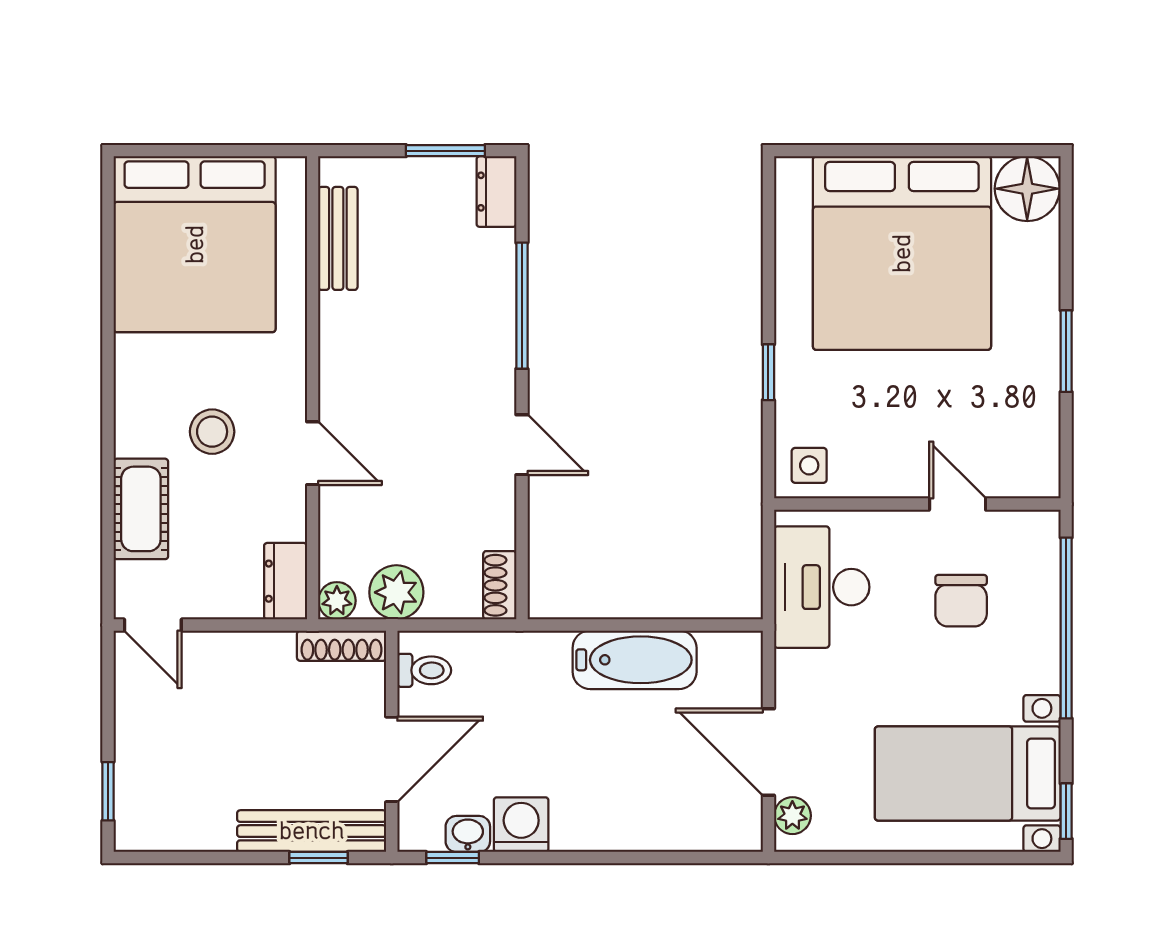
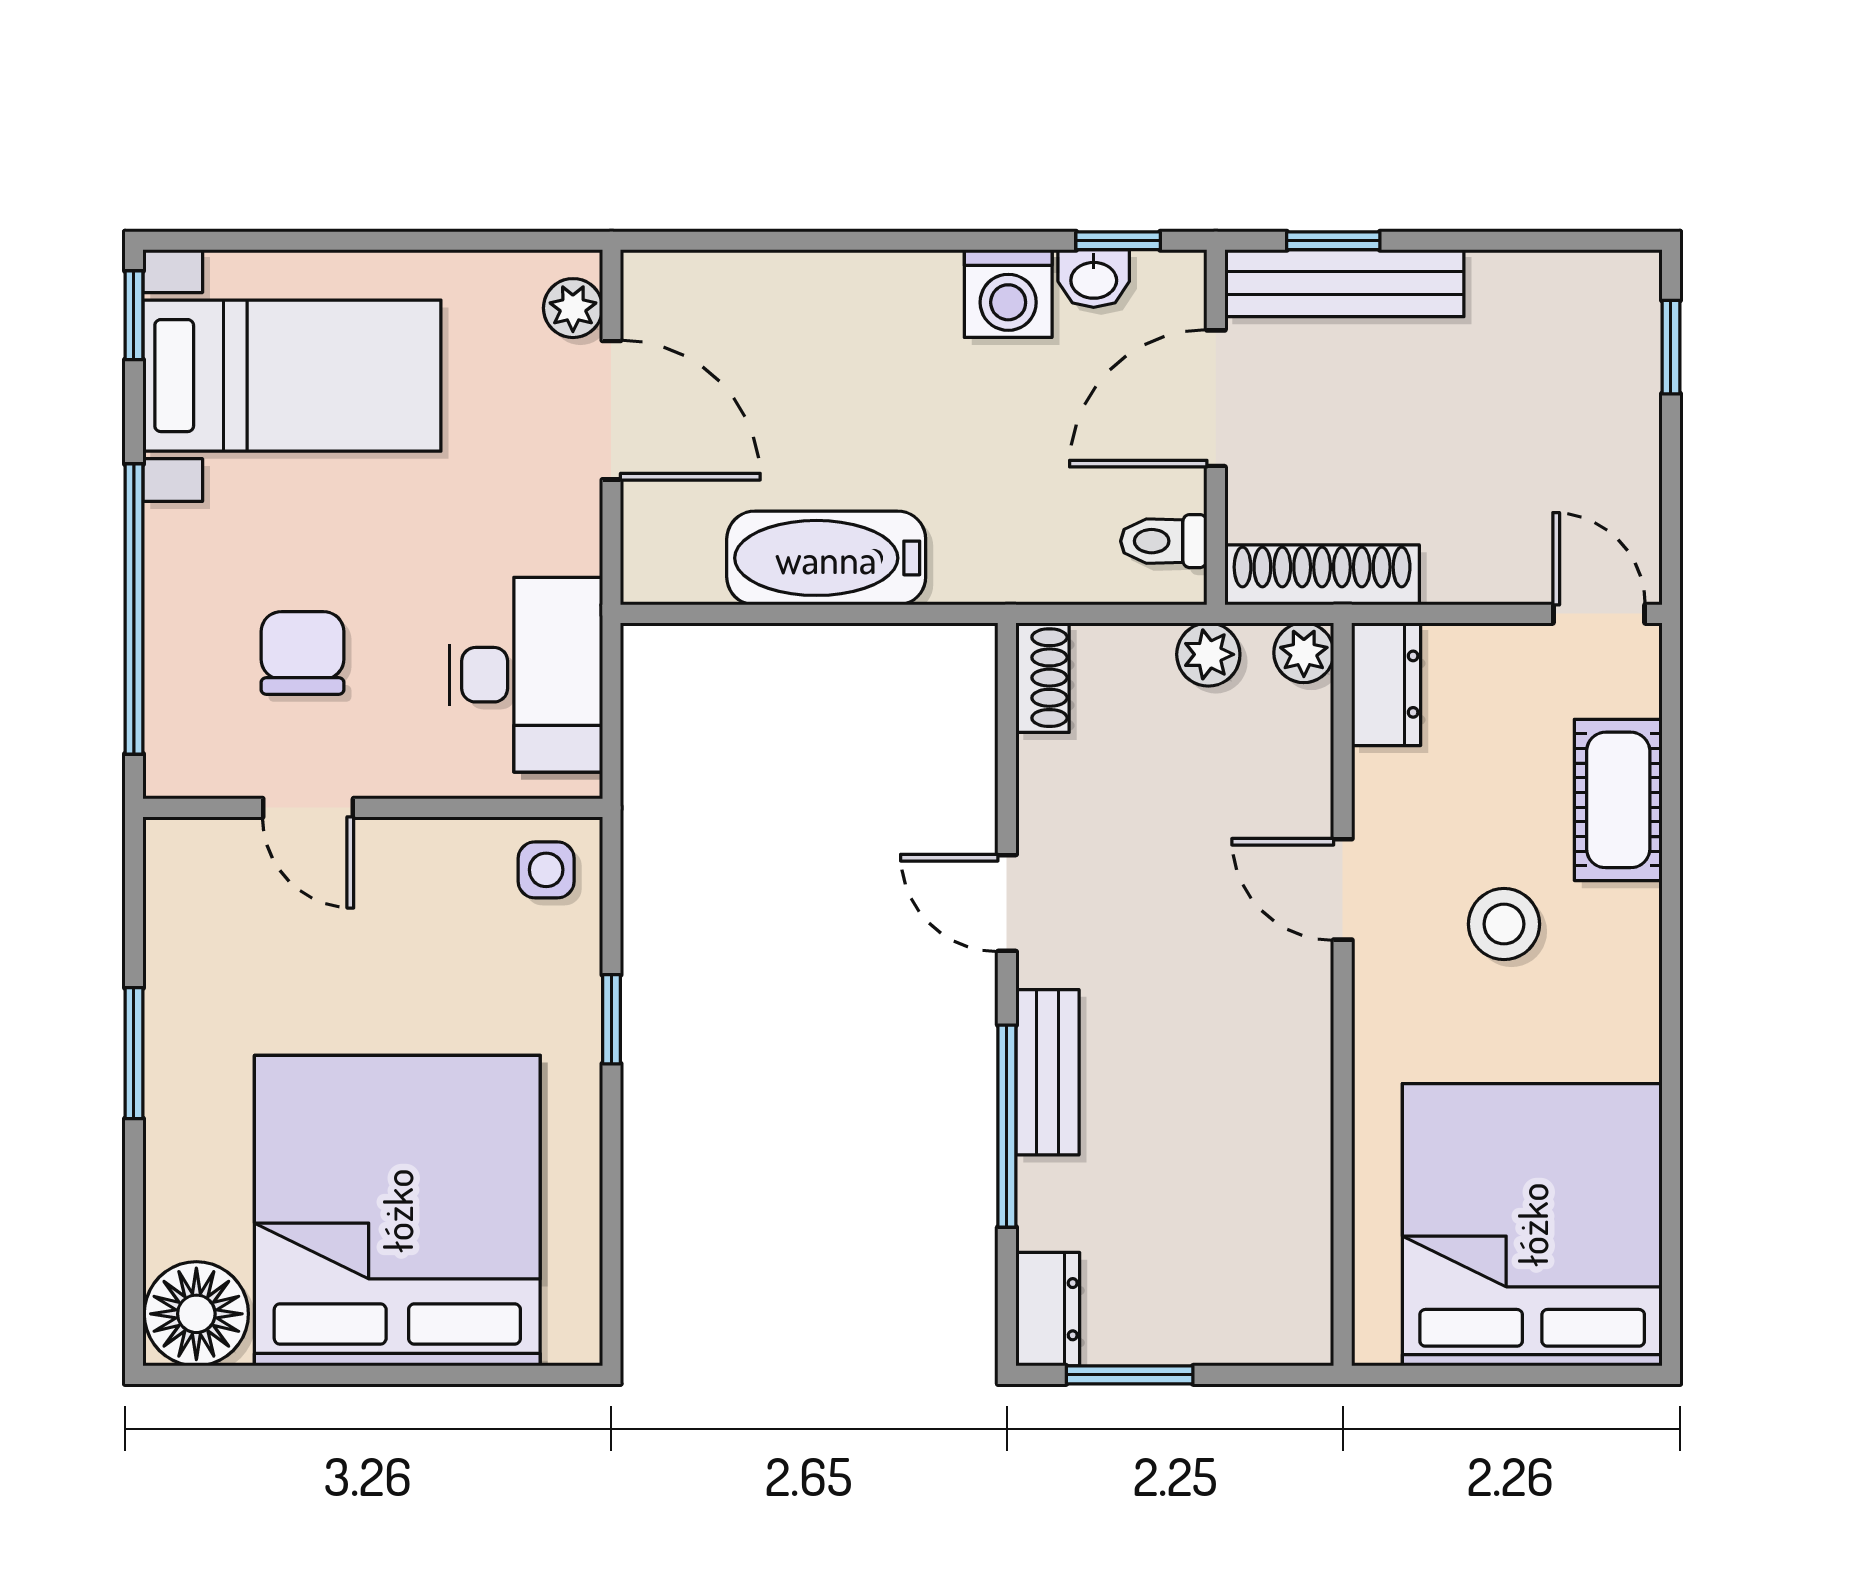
bench: (338, 238) -> (1047, 1072), moved
plant: (396, 592) -> (1208, 654), width x0.73, depth x0.73
shoe rack: (342, 646) -> (1322, 575), width x1.36, depth x1.24

